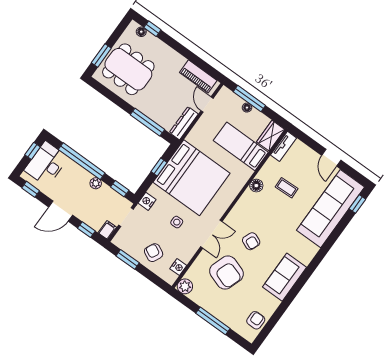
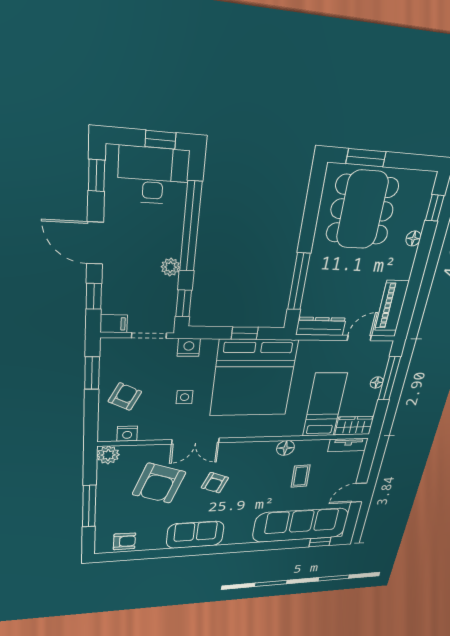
floor lamp: (141, 32) -> (413, 238), moved

